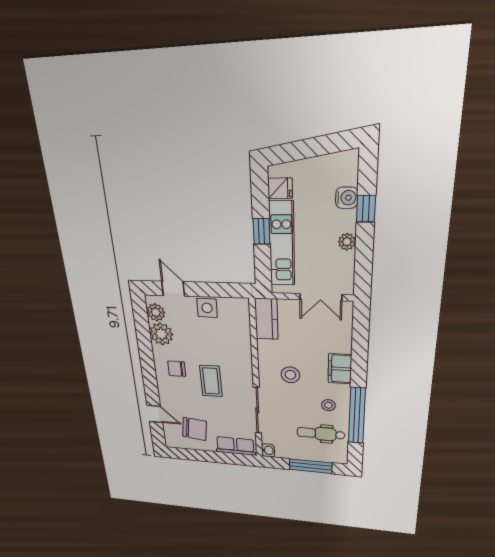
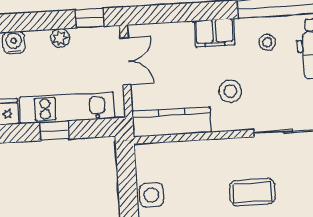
window: (366, 209) -> (90, 18), moved
kitchen counter: (266, 319) -> (172, 122), width x1.50

